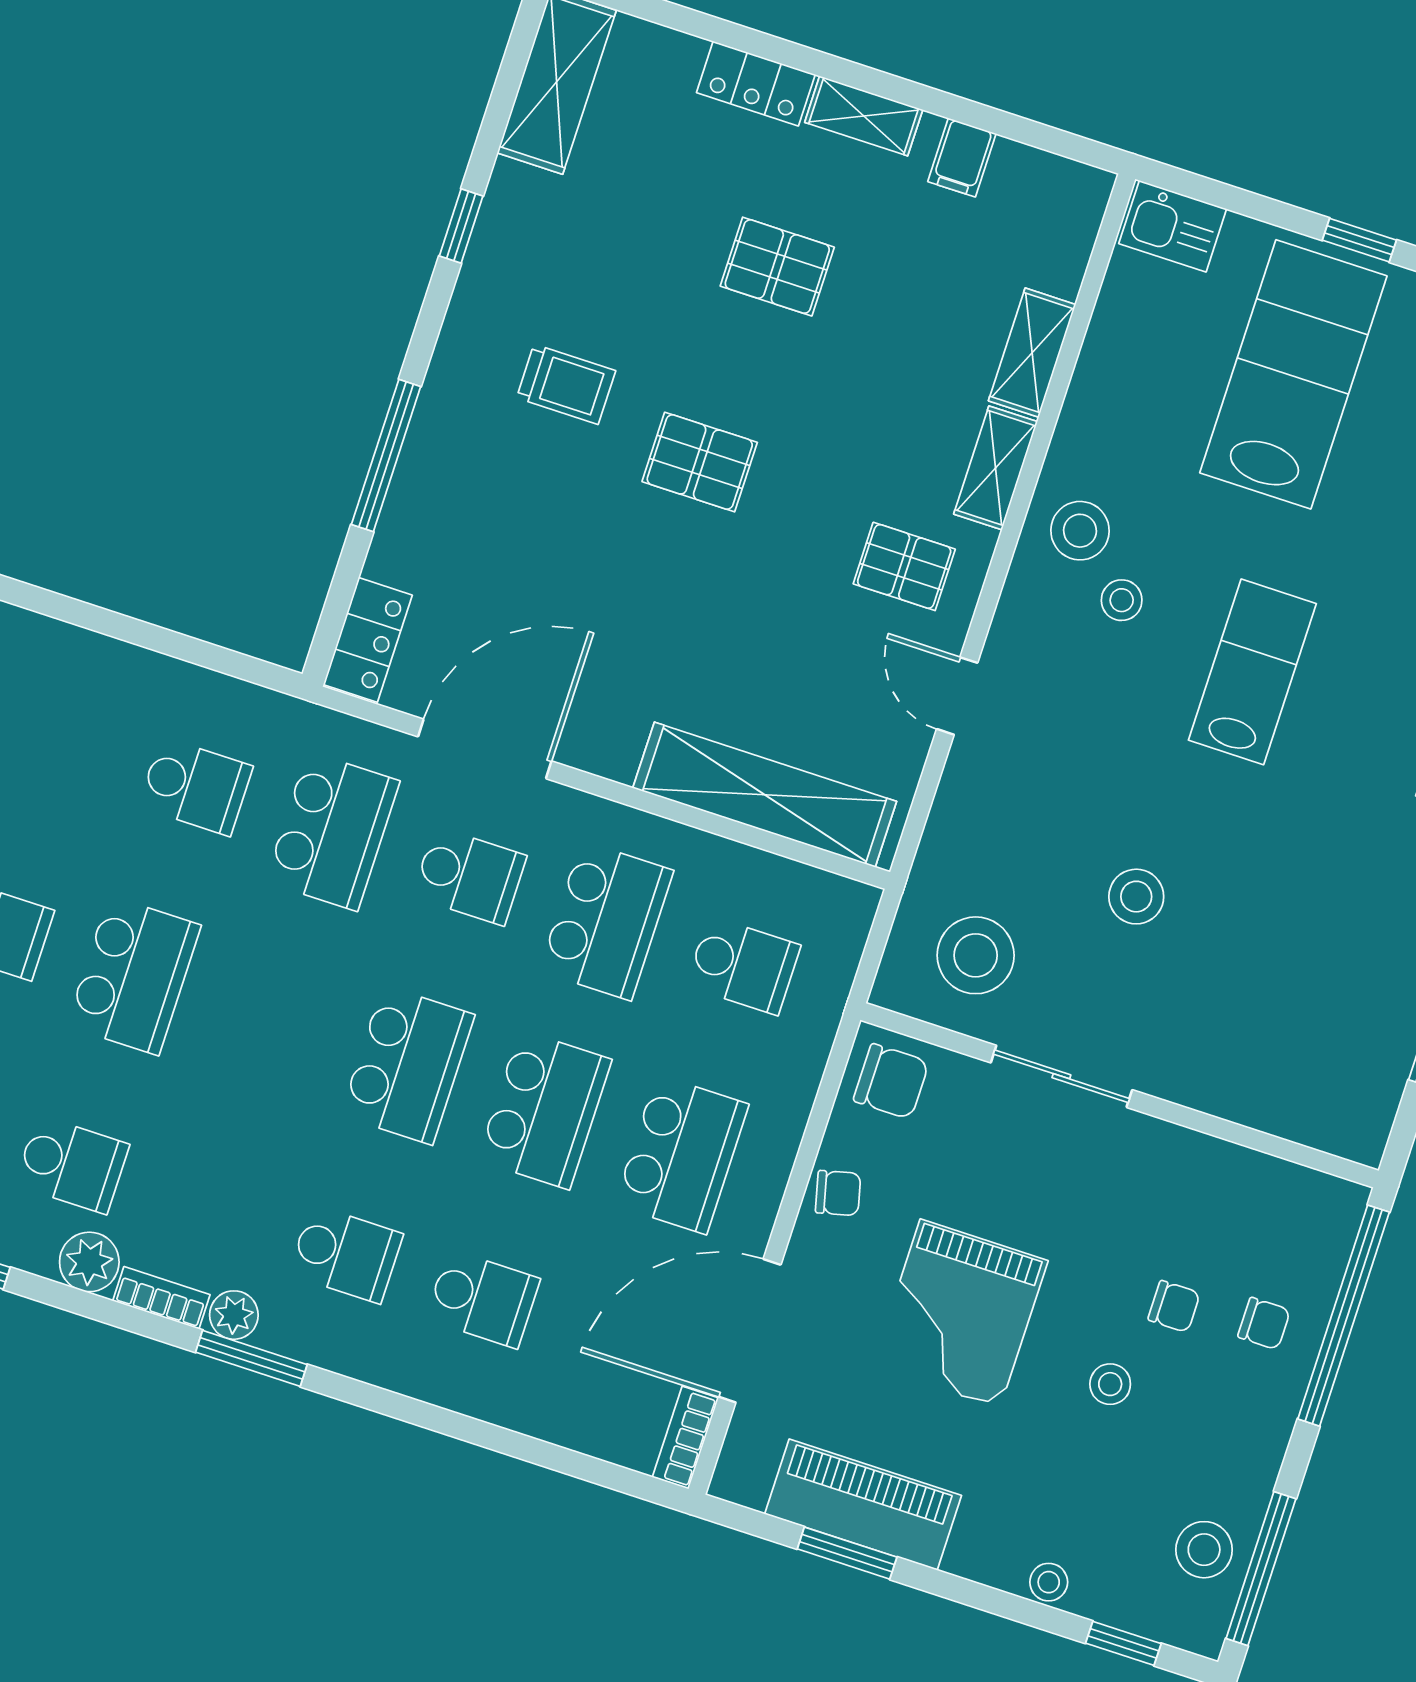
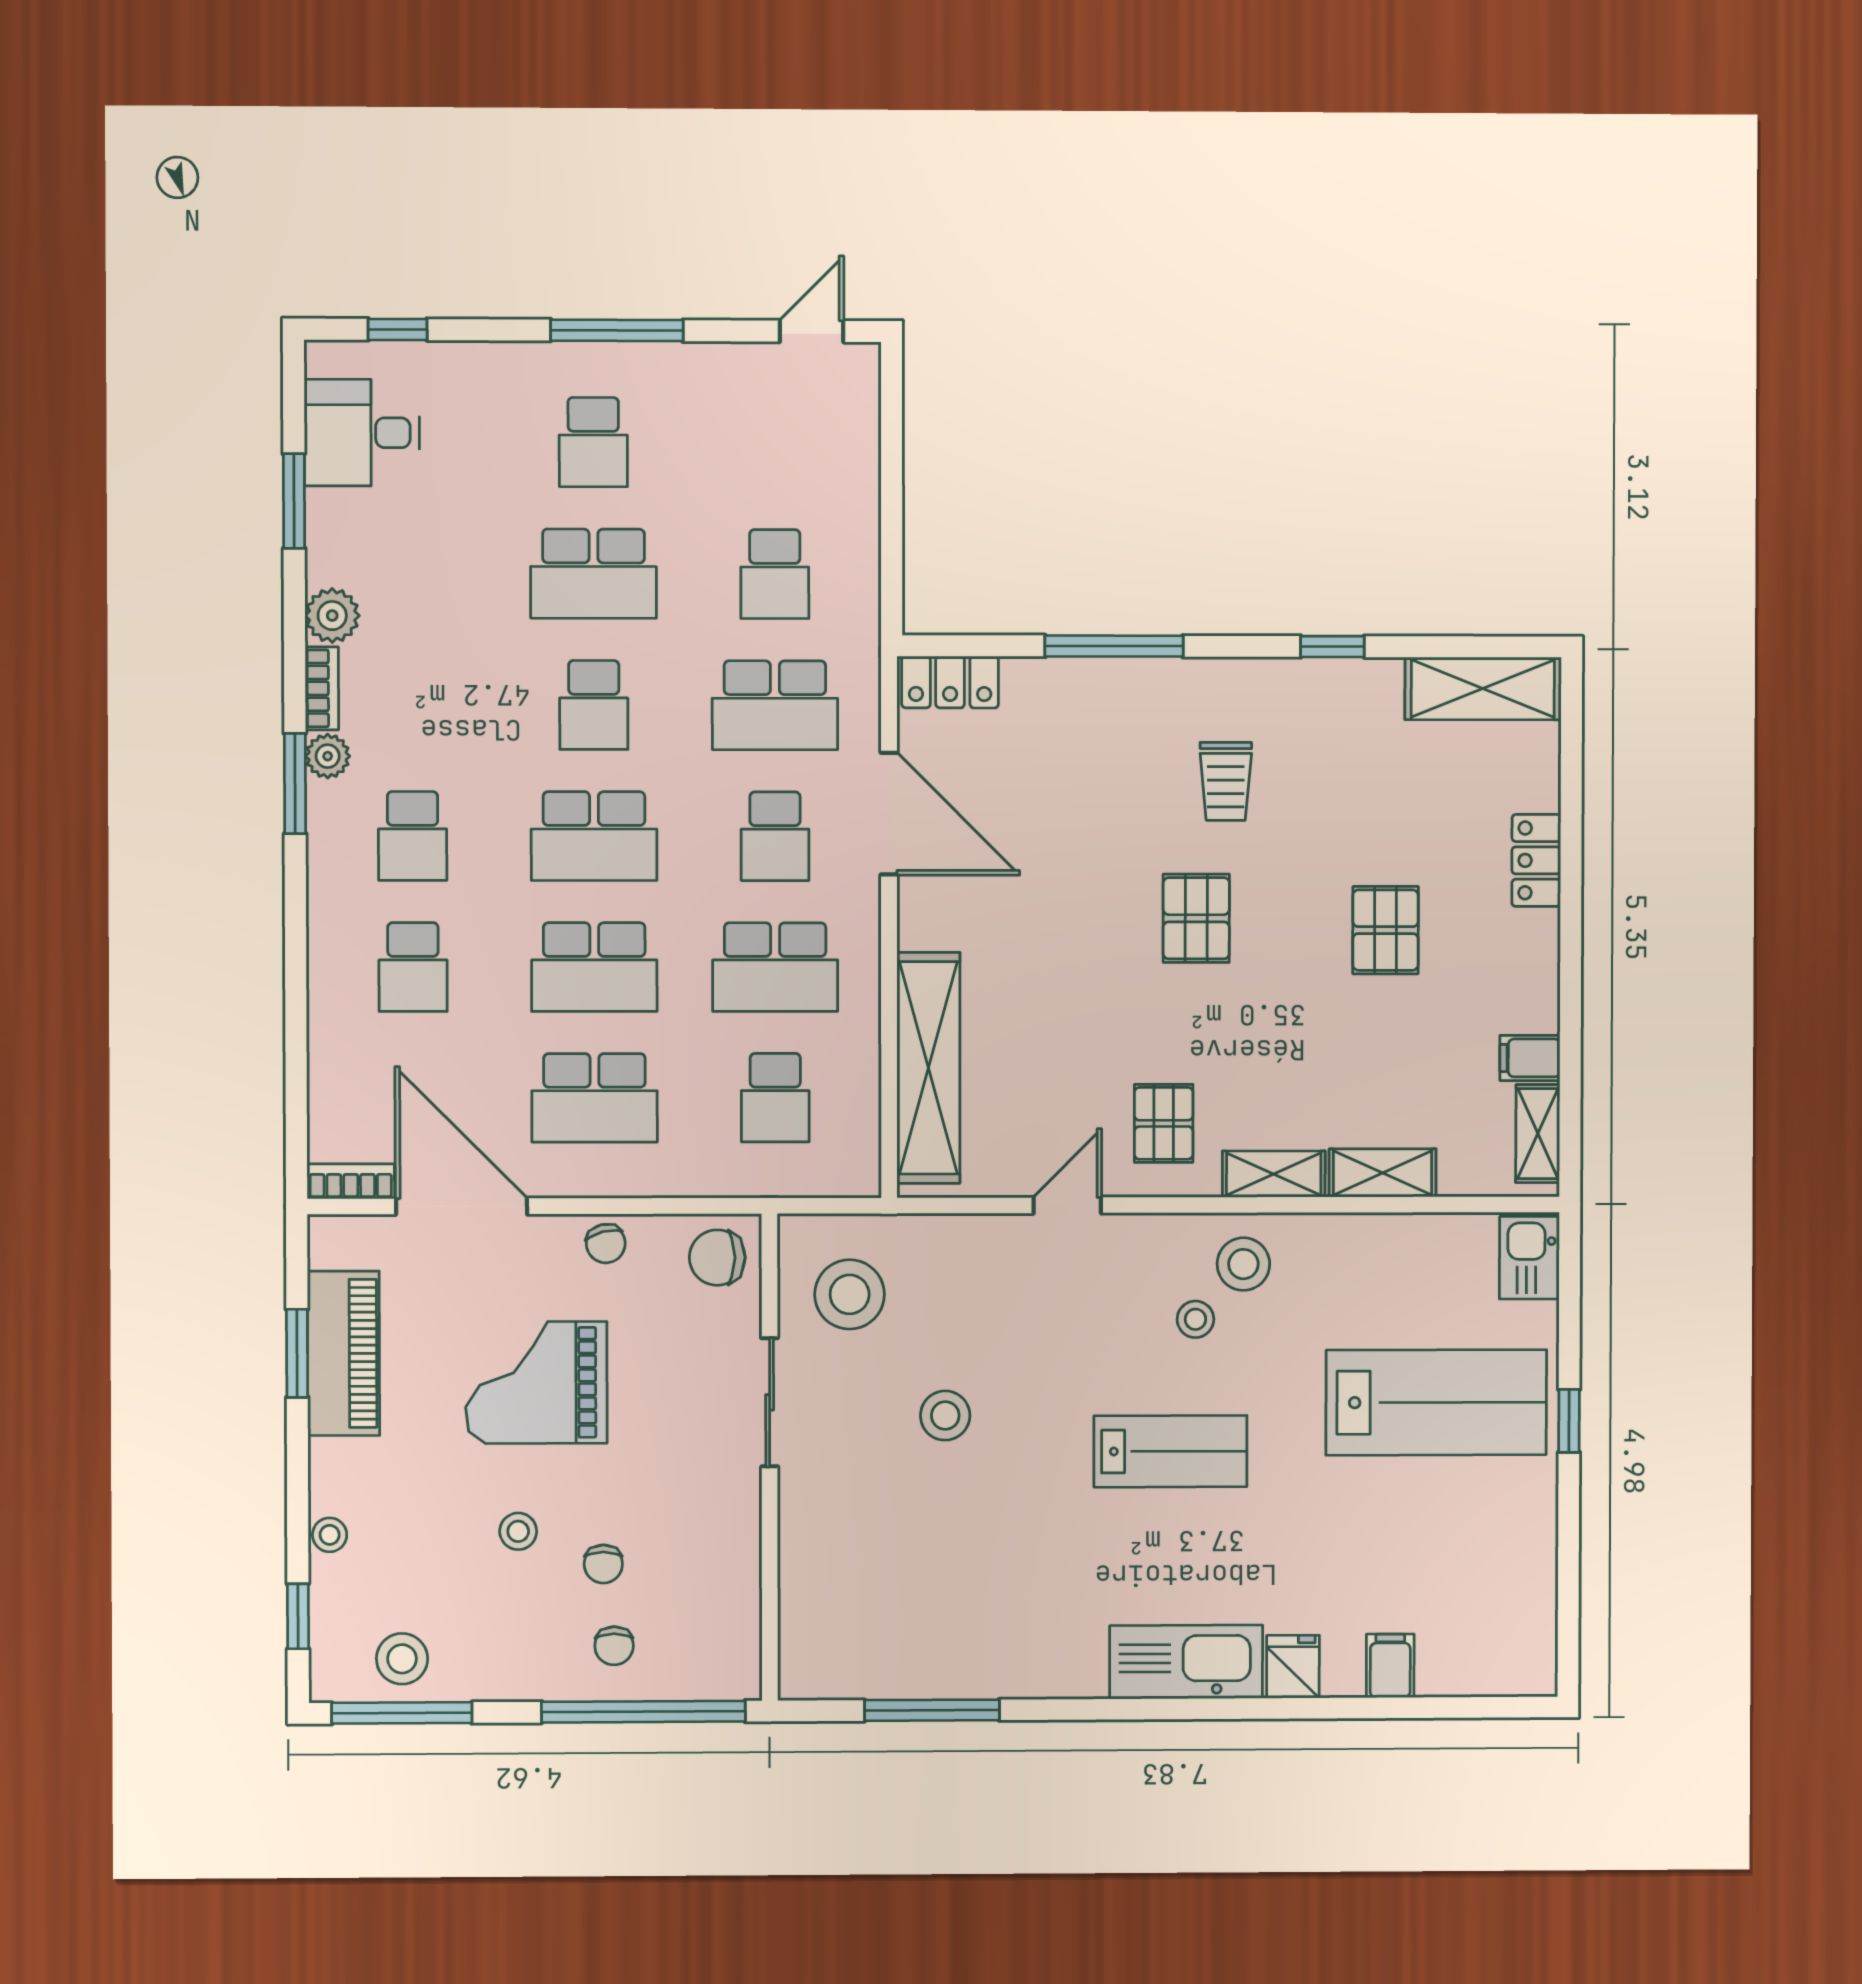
shelving: (864, 116) -> (1538, 1134), moved
chair: (891, 1081) -> (717, 1258), turned 90
school desk: (72, 1165) -> (594, 705), moved

